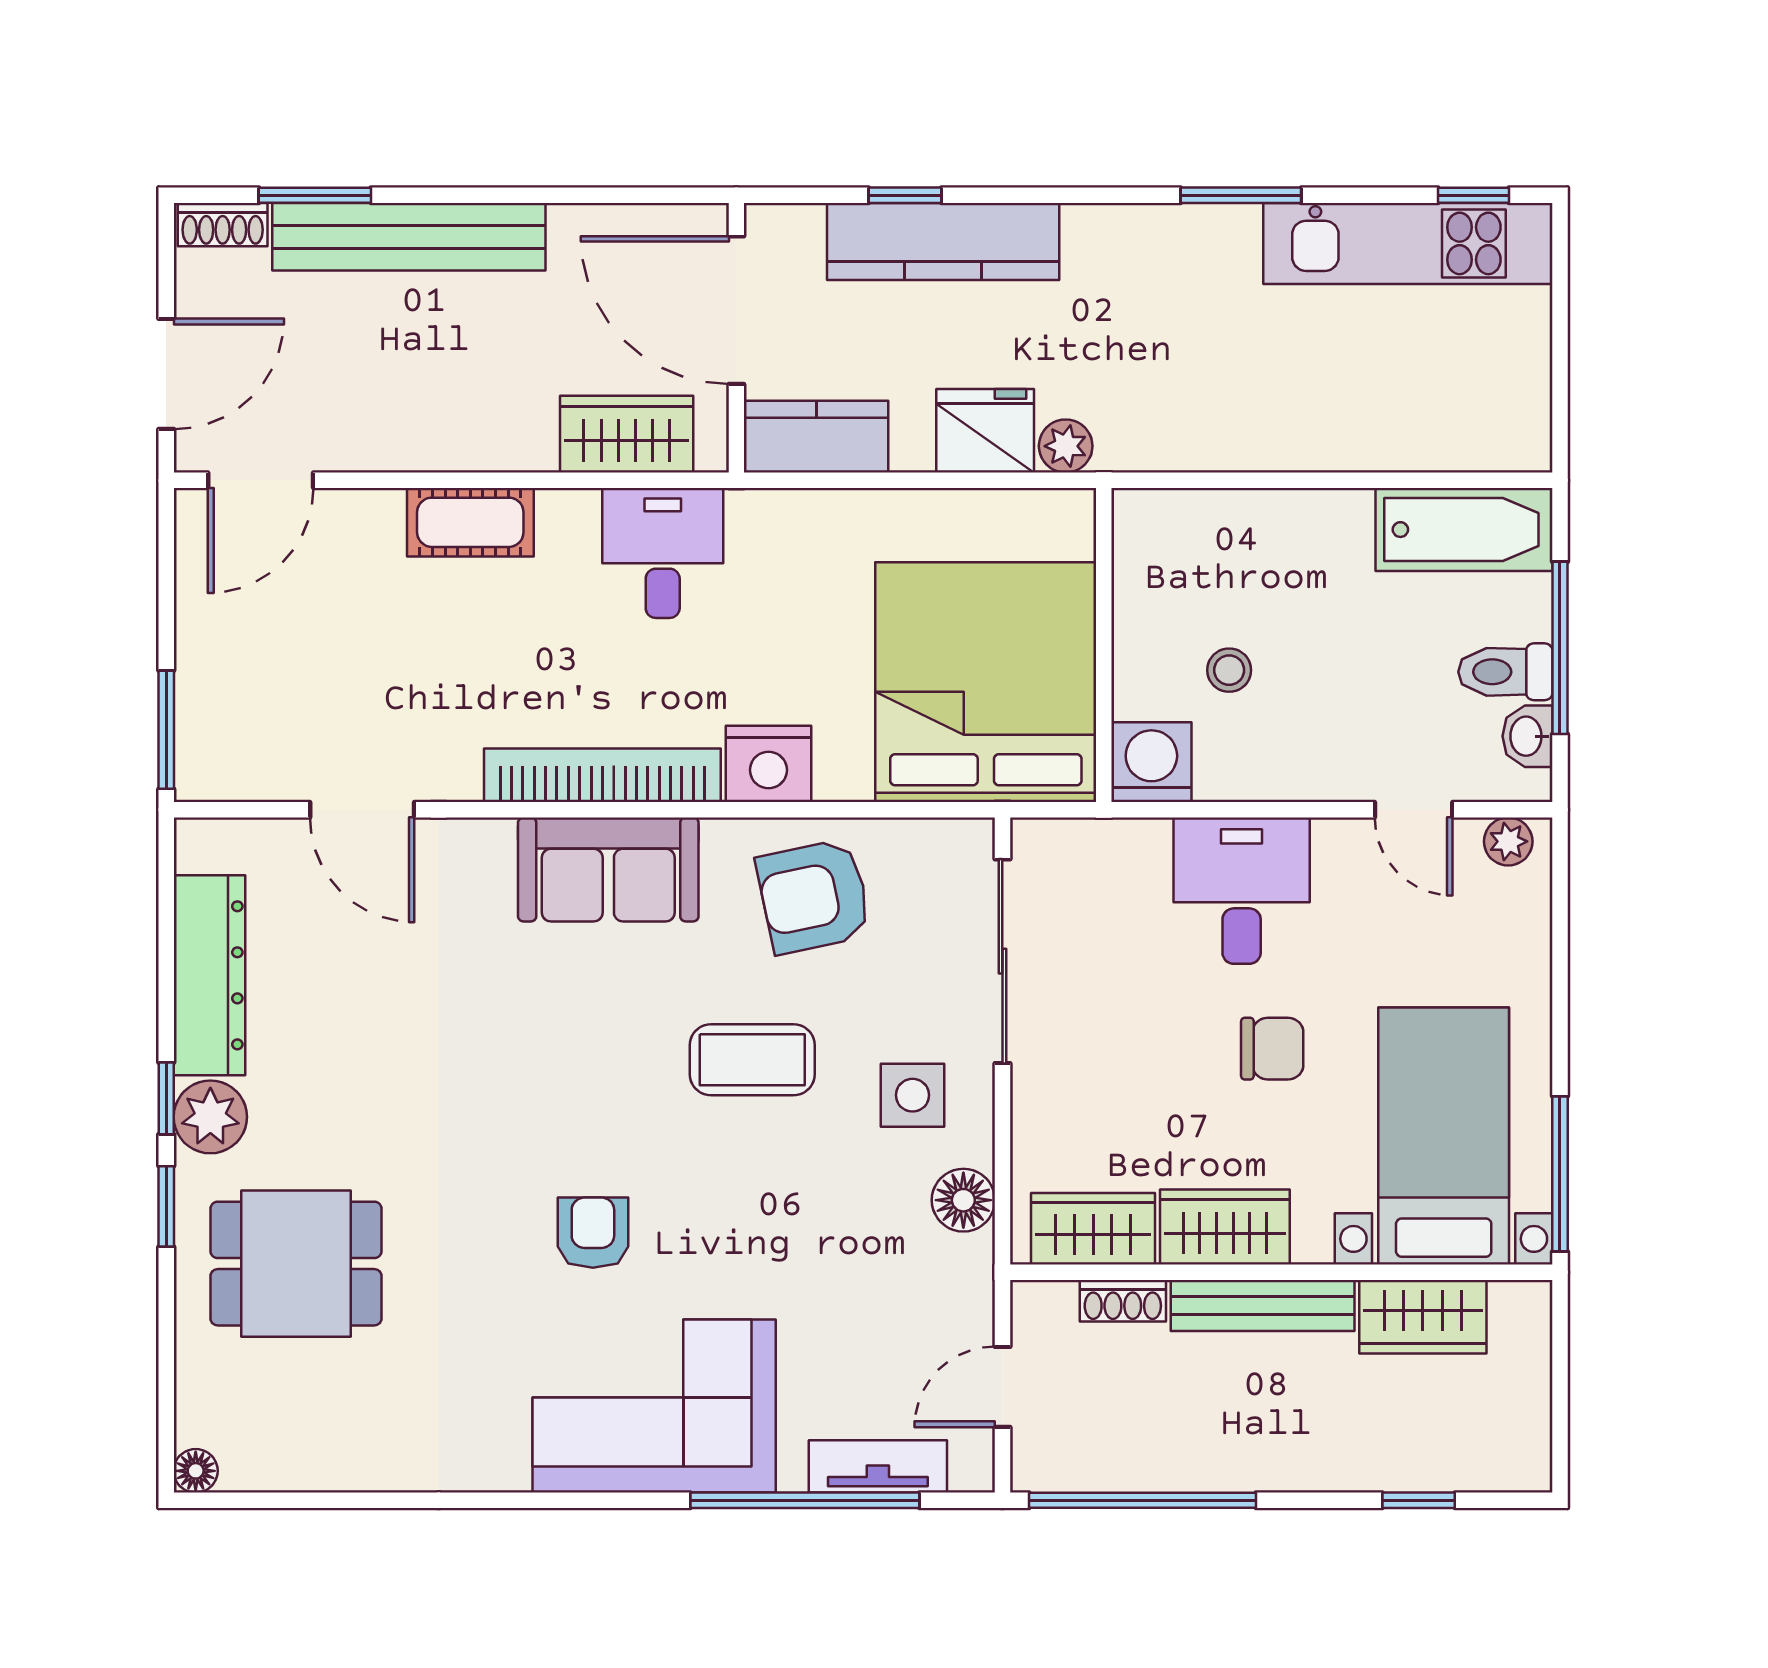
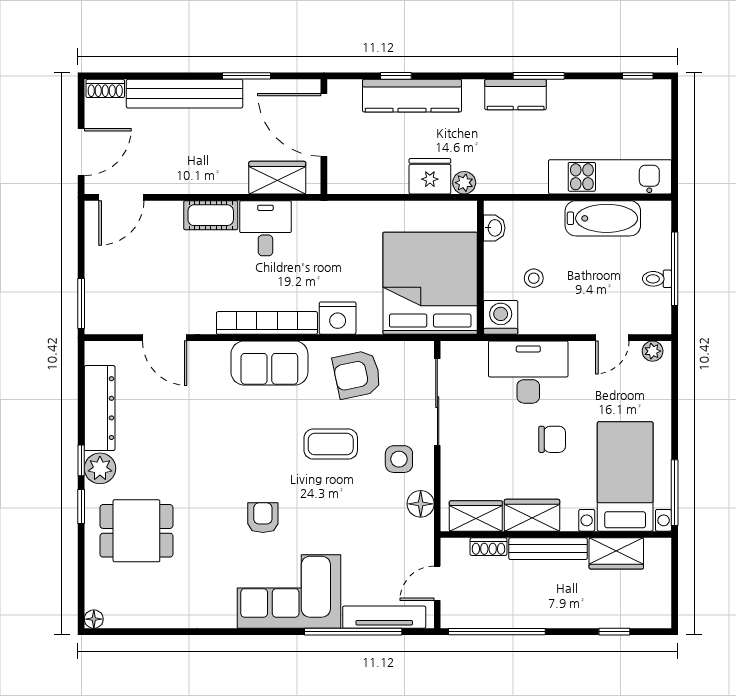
window: (315, 195) -> (247, 76), moved
kitchen unit: (1408, 243) -> (610, 177), moved, turned 180
kitchen counter: (816, 437) -> (516, 95), moved, turned 180
bathtub: (1464, 530) -> (603, 218), moved
desk: (663, 553) -> (265, 228), moved
toilet: (1505, 672) -> (657, 279), width x0.73, depth x0.72
washbasin: (1527, 736) -> (494, 228), moved, turned 180
door: (1414, 810) -> (612, 338), hinge flipped
desk: (1242, 891) -> (528, 372), width x1.37
tv unit: (878, 1466) -> (384, 617), width x1.41

